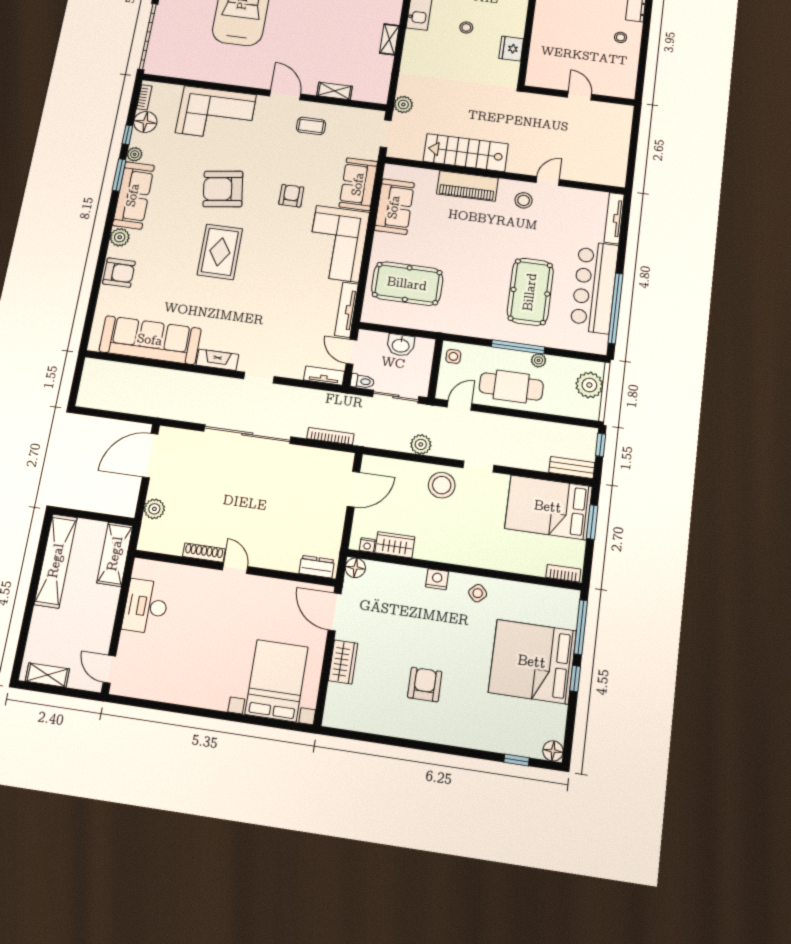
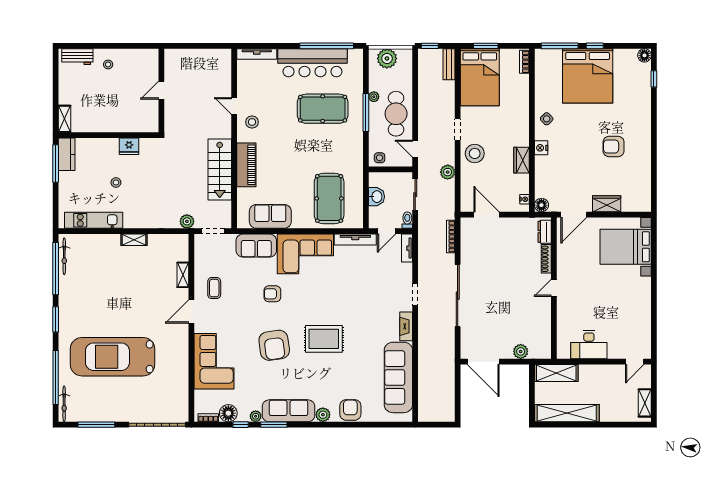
wardrobe: (395, 545) -> (522, 160), moved
shoe rack: (204, 553) -> (546, 259), moved

